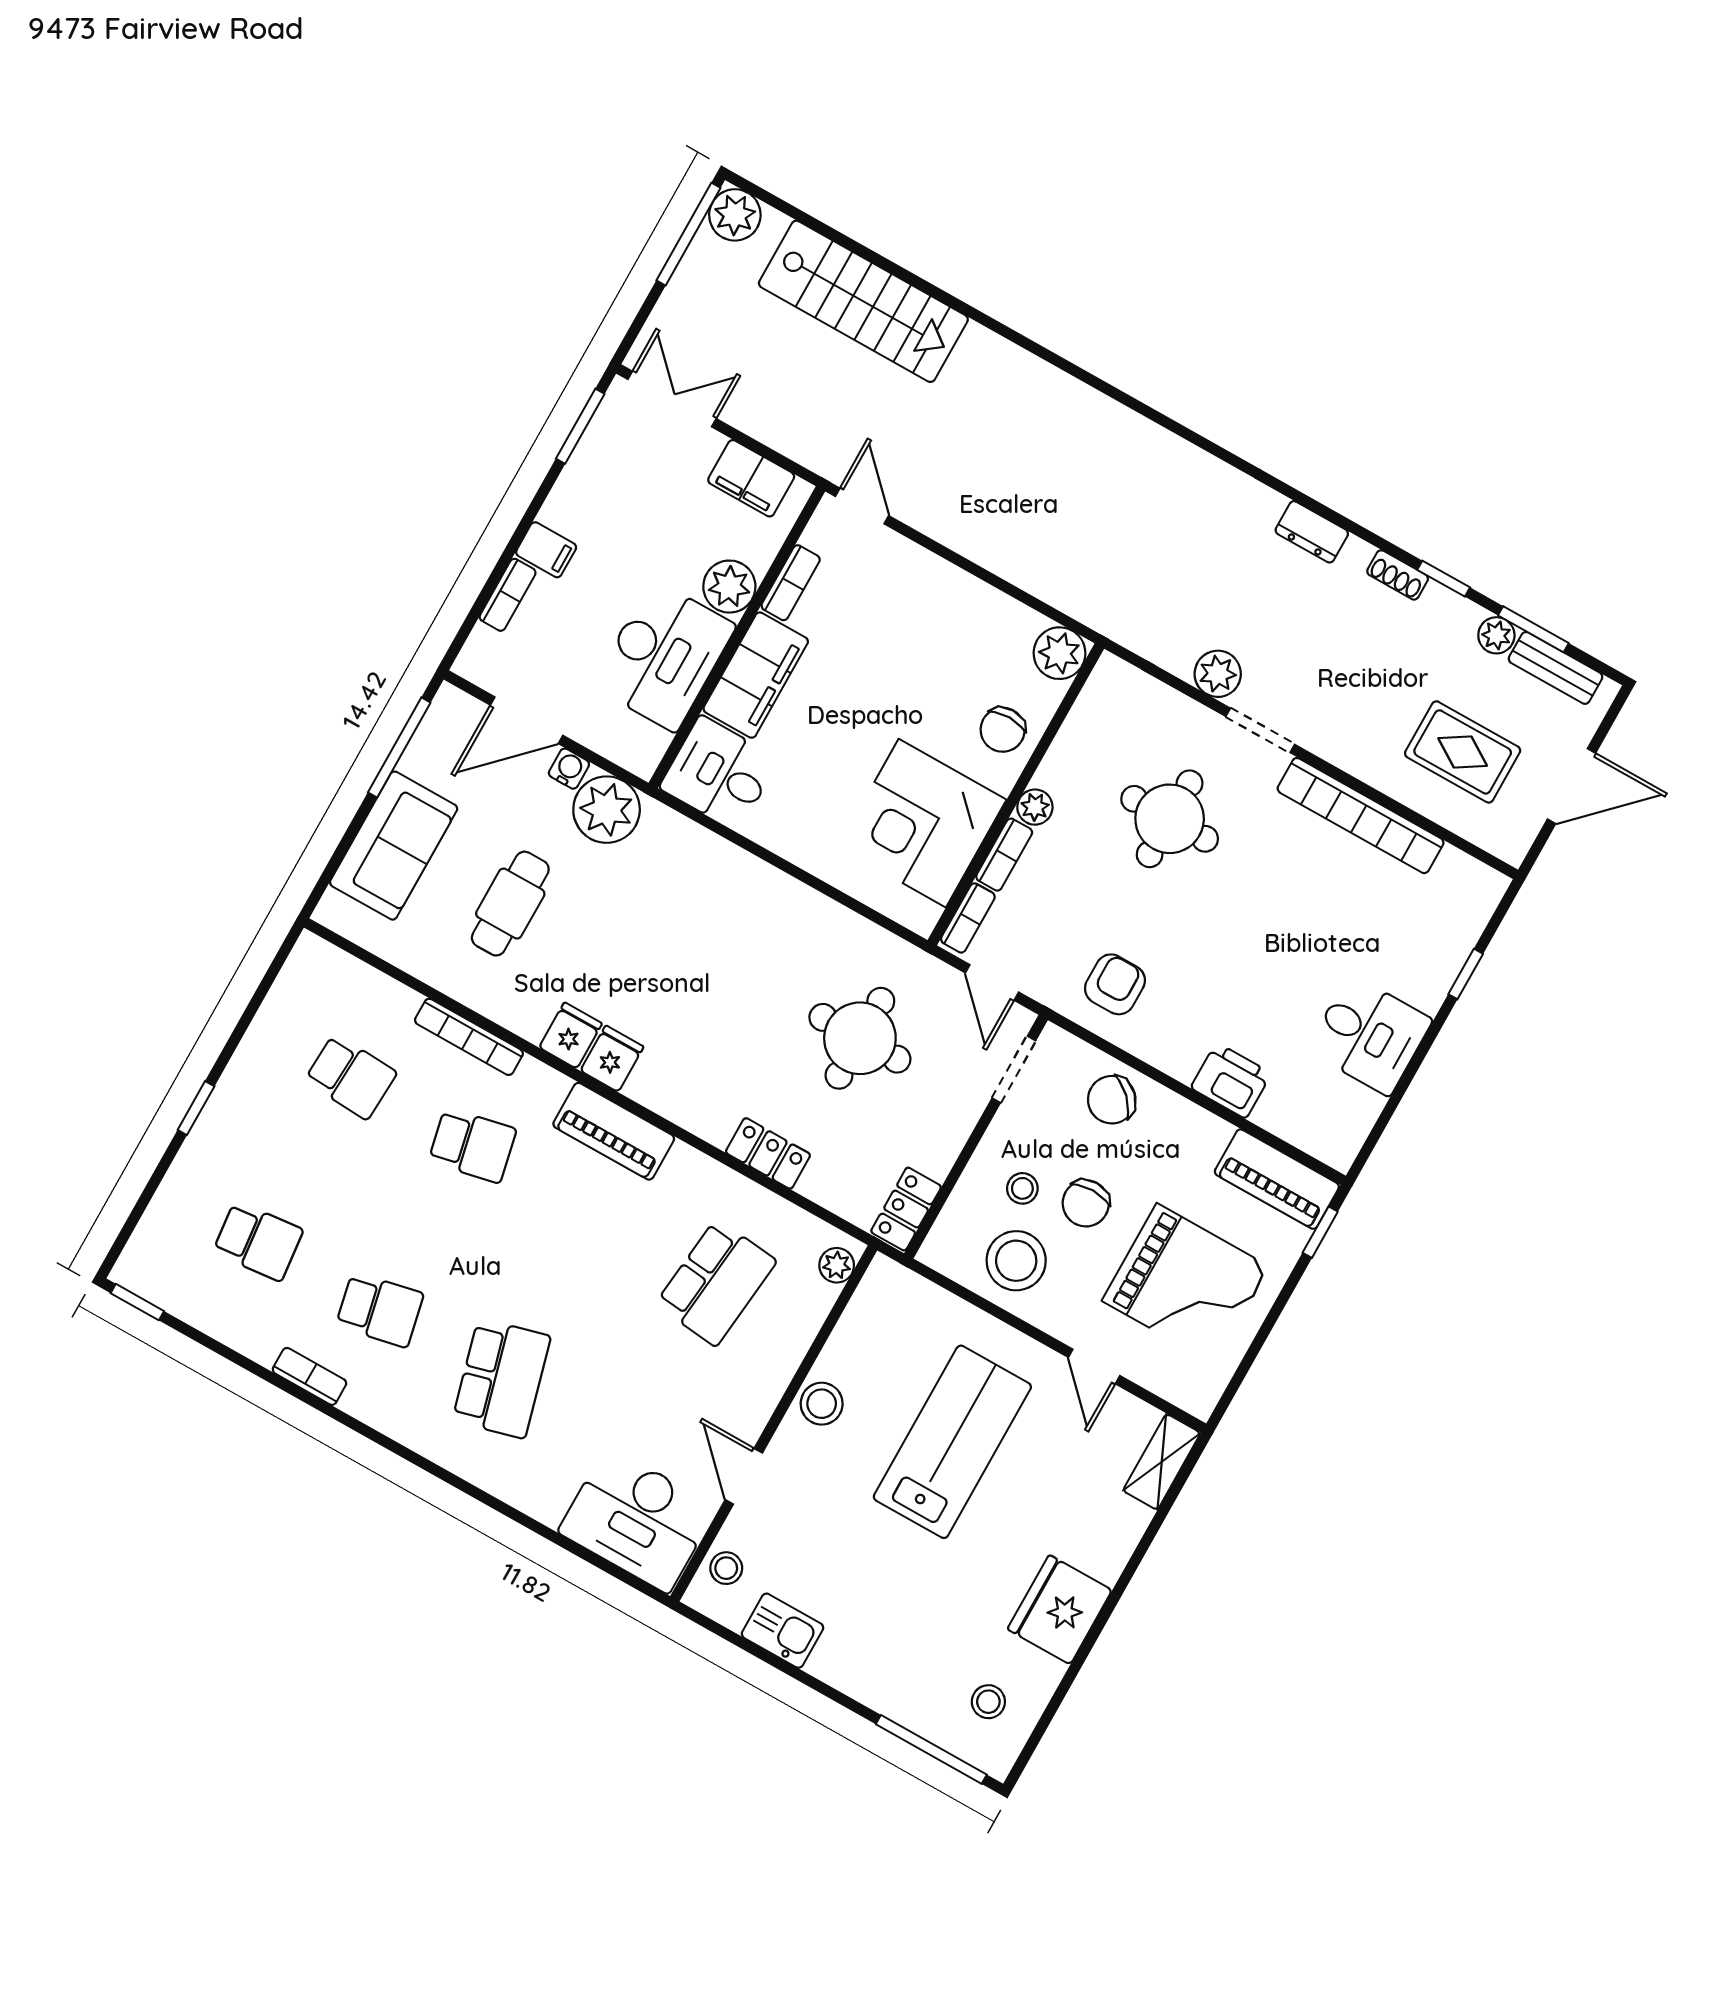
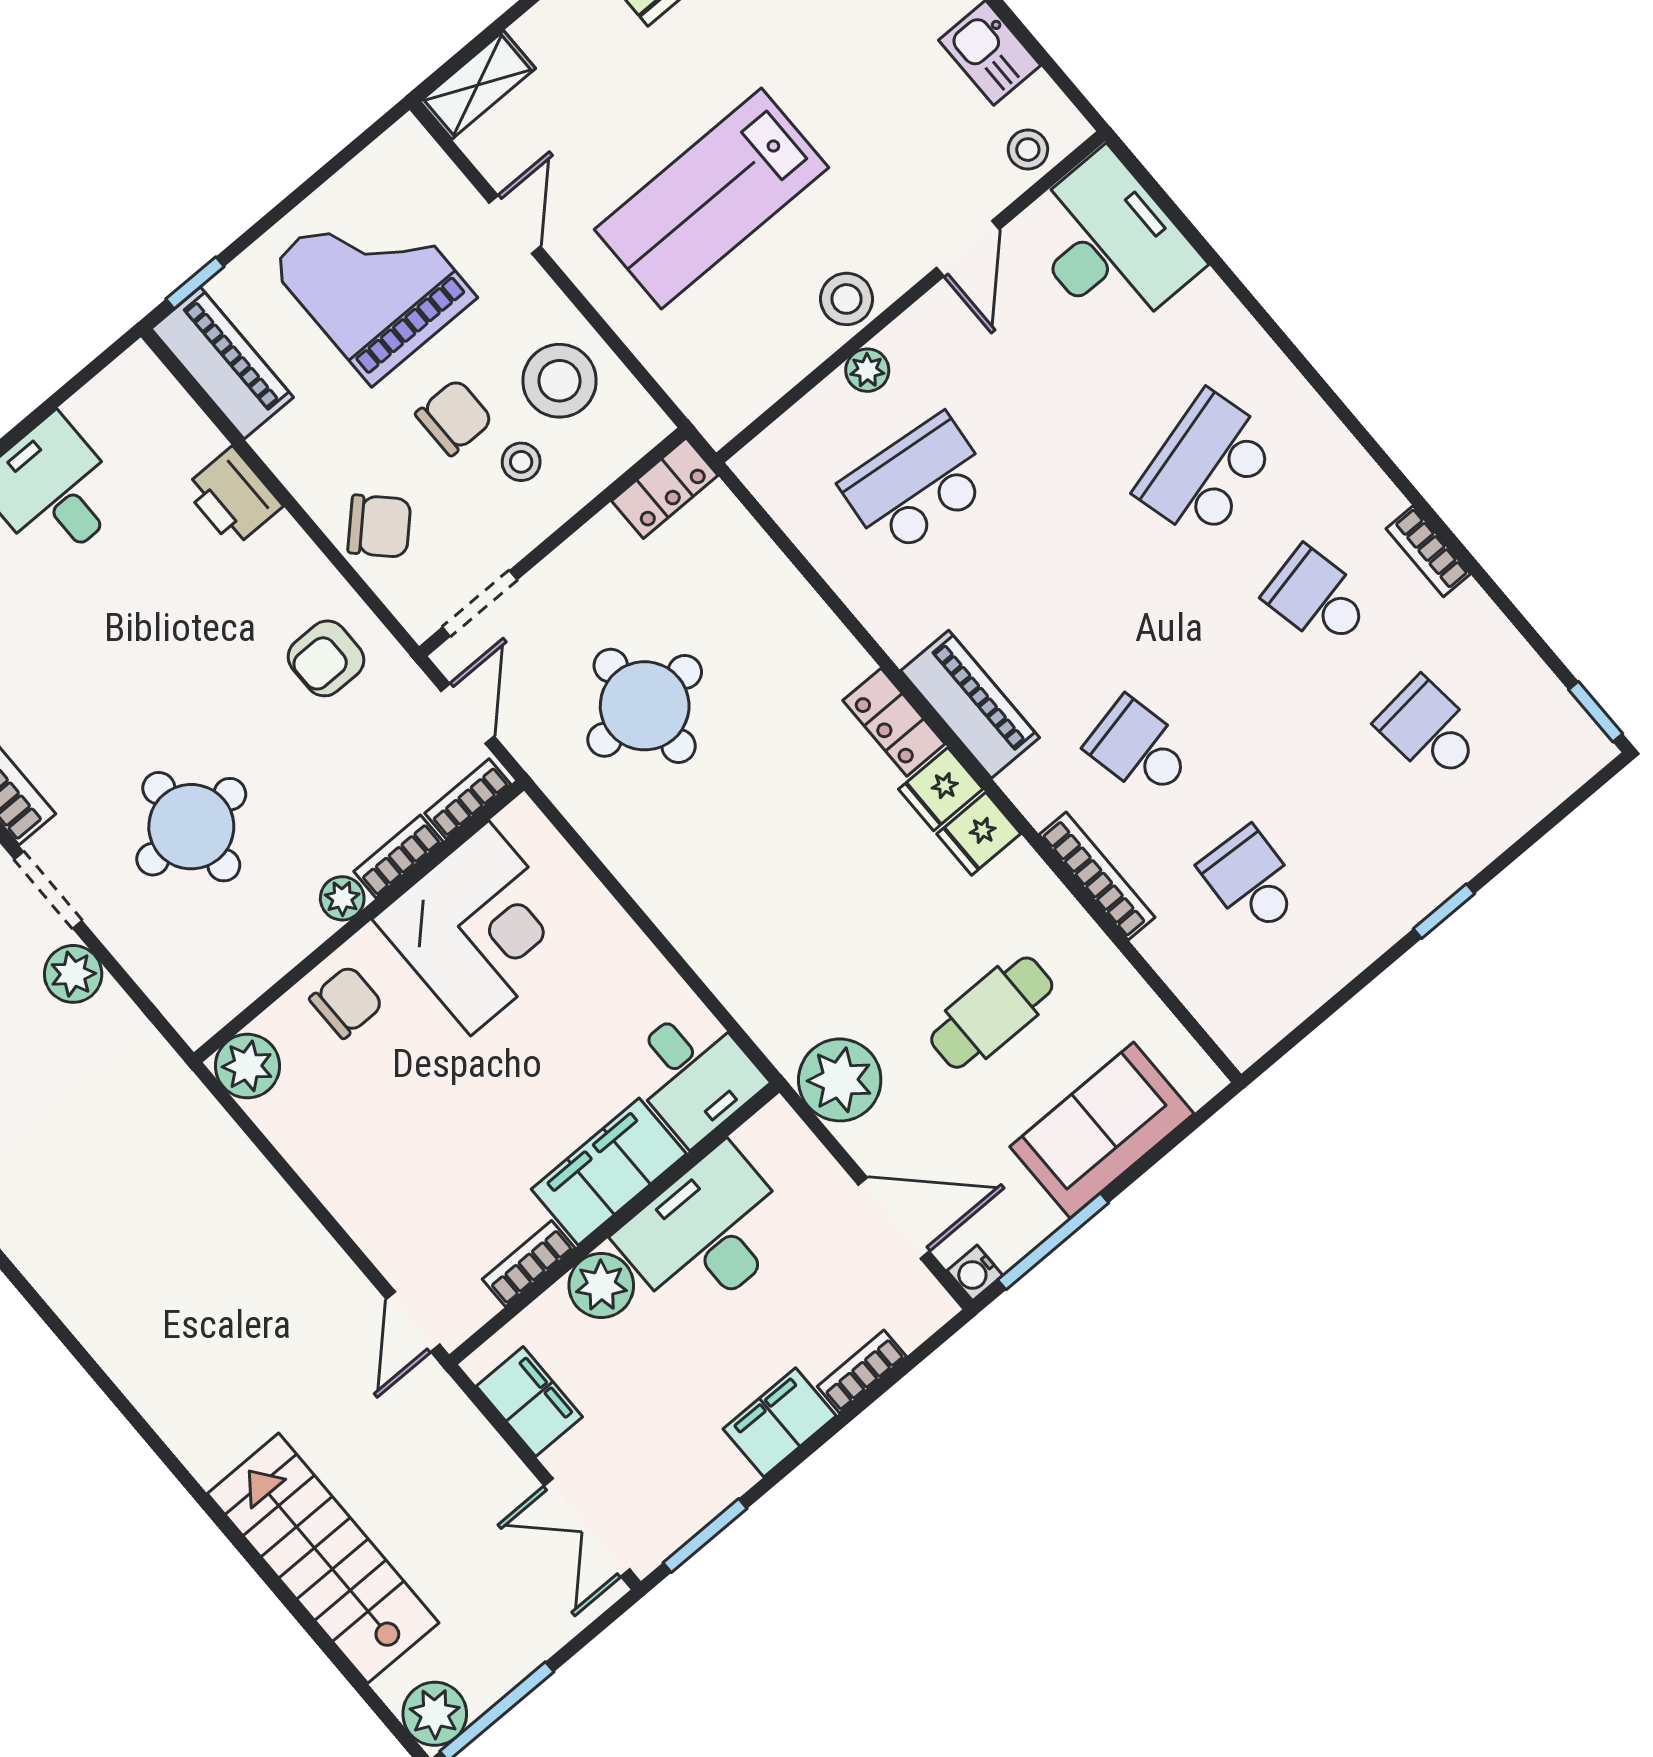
filing cabinet: (546, 550) -> (780, 1422), width x2.00
water cooler: (569, 769) -> (975, 1273), moved
locker: (768, 1153) -> (894, 722), moved
plant: (837, 1265) -> (867, 370), moved

